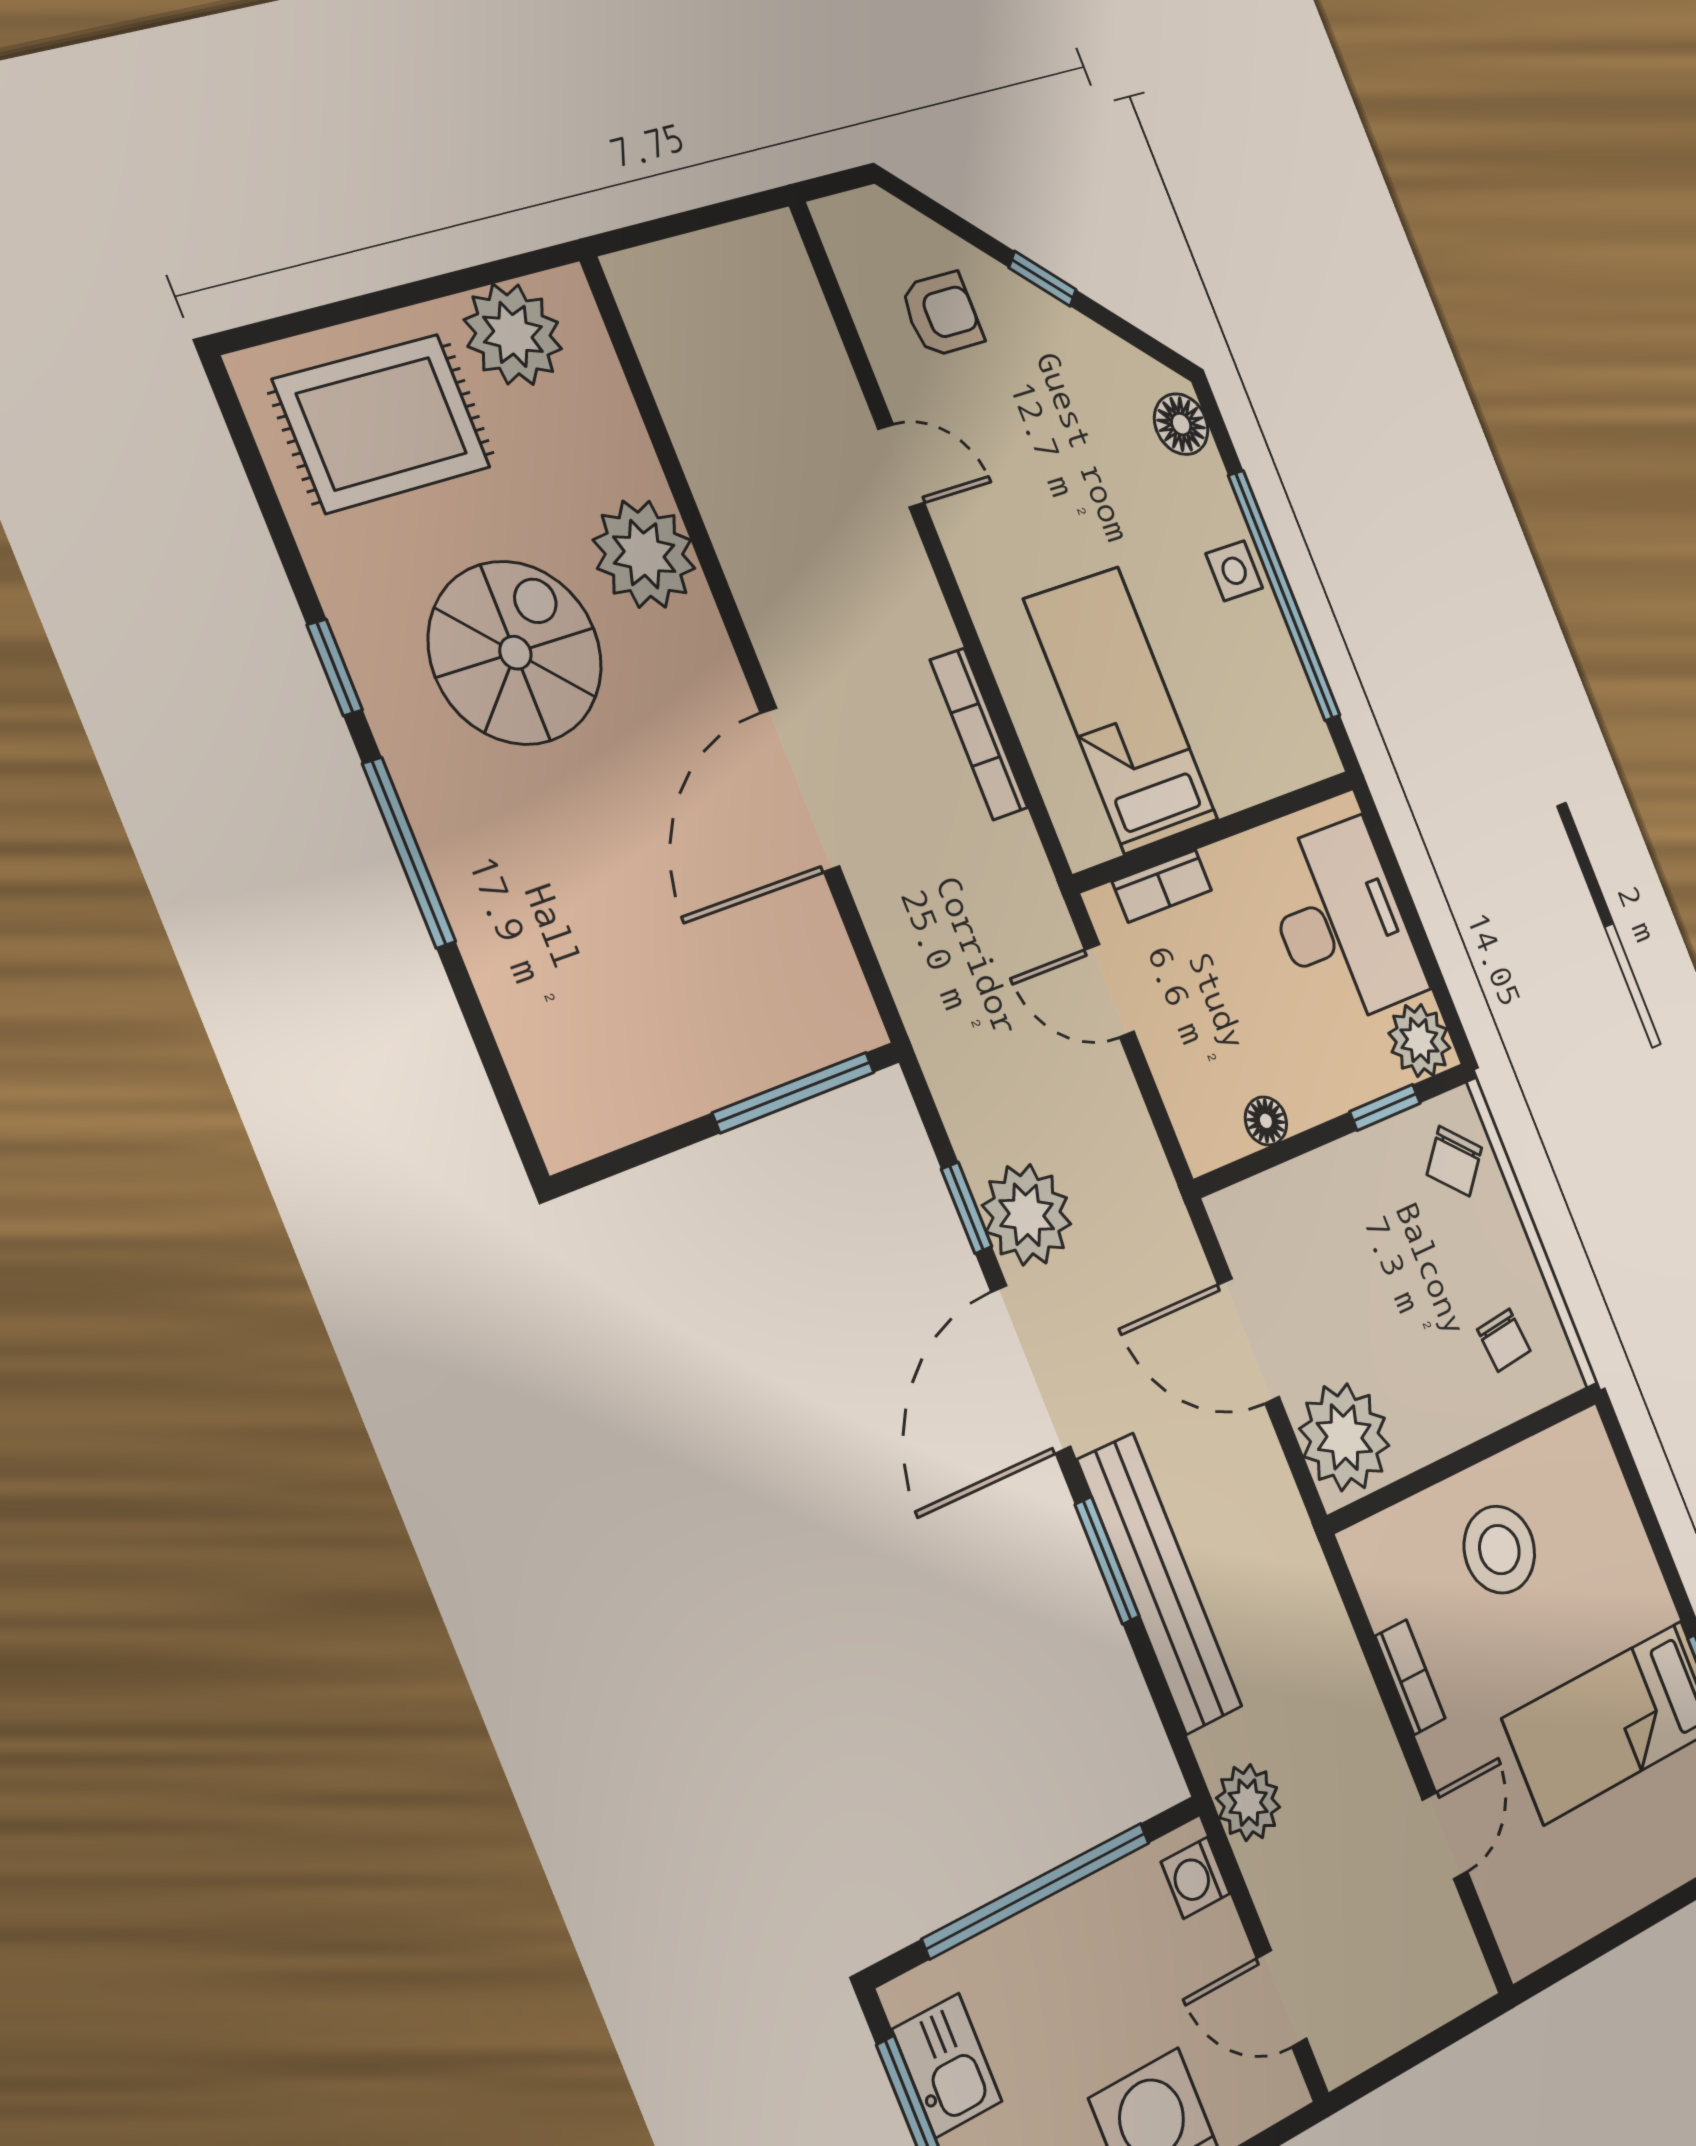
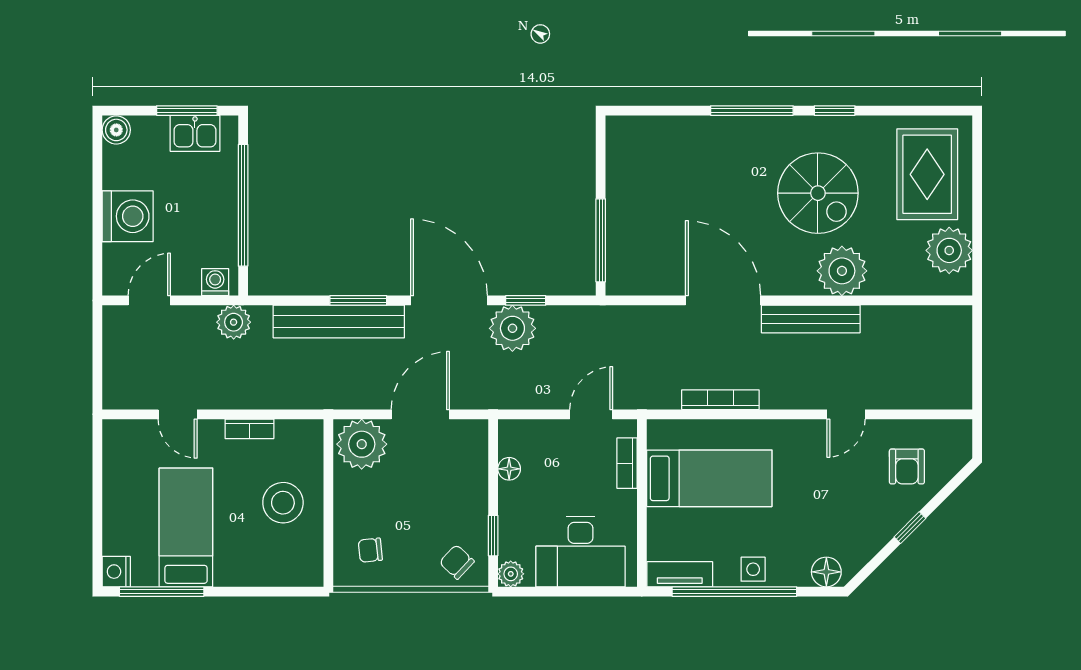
bench: (760, 593) -> (811, 319), added
tv unit: (1300, 713) -> (680, 574), added
plant: (1419, 1040) -> (511, 574), width x0.73, depth x0.73

